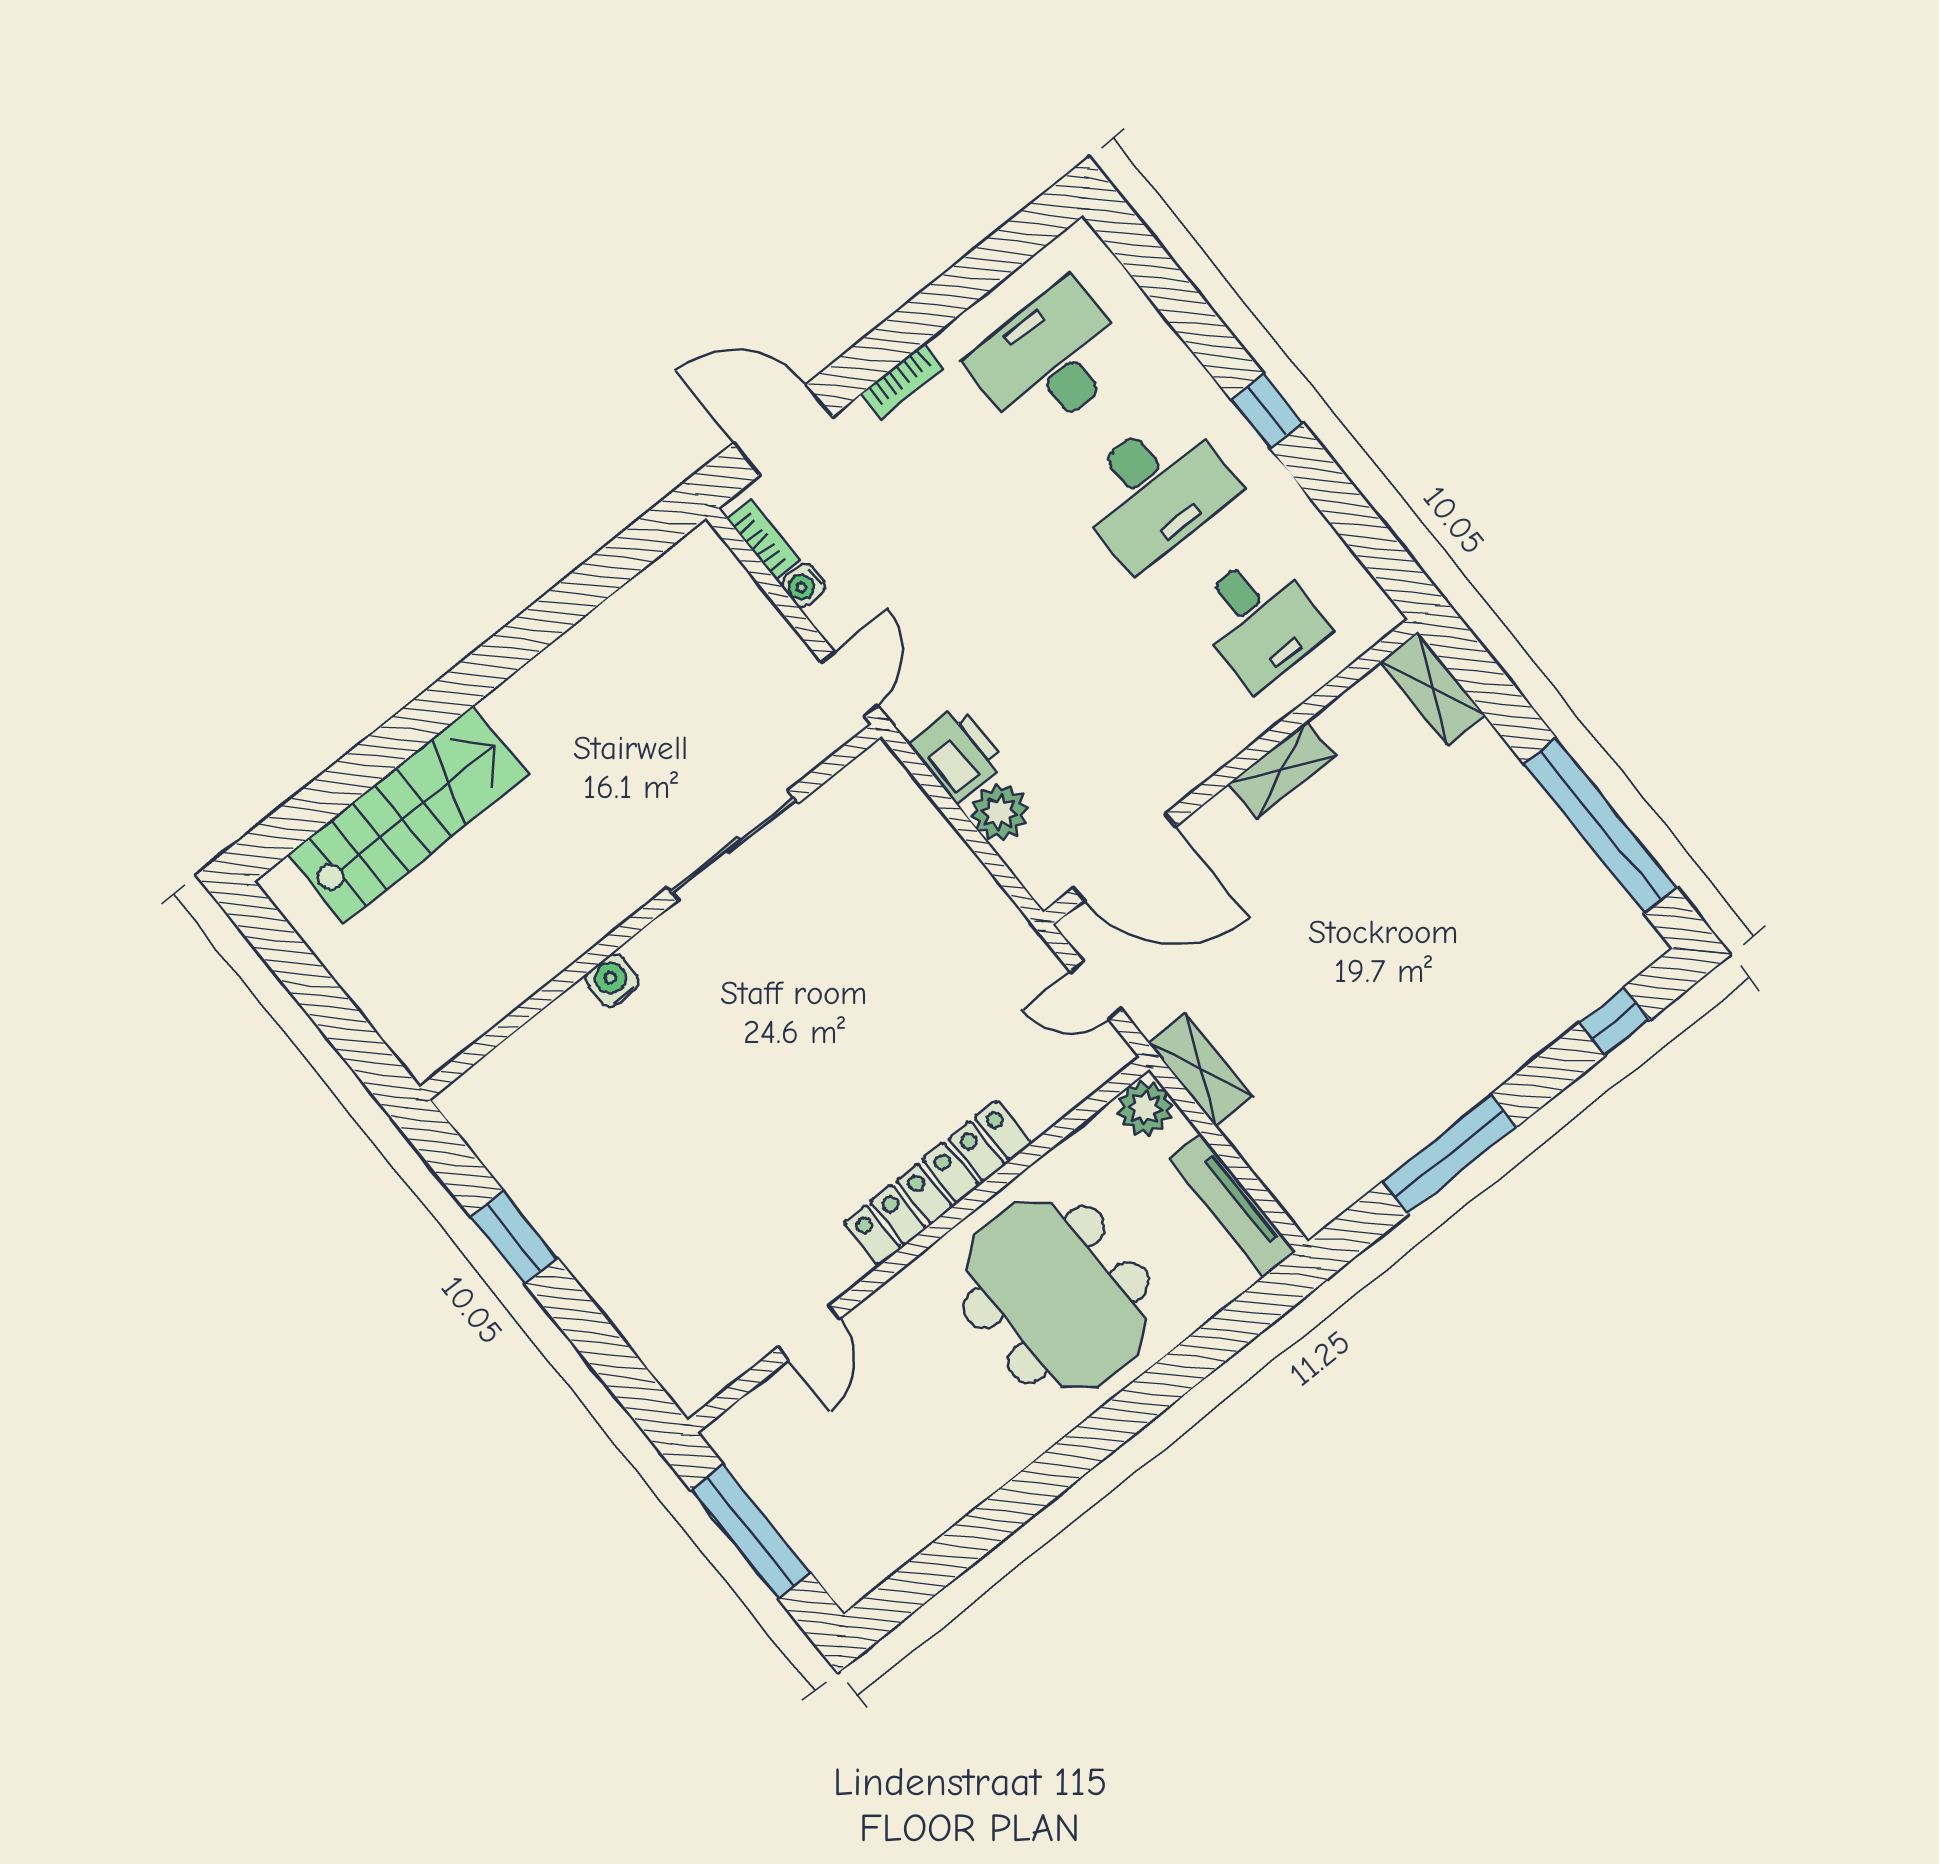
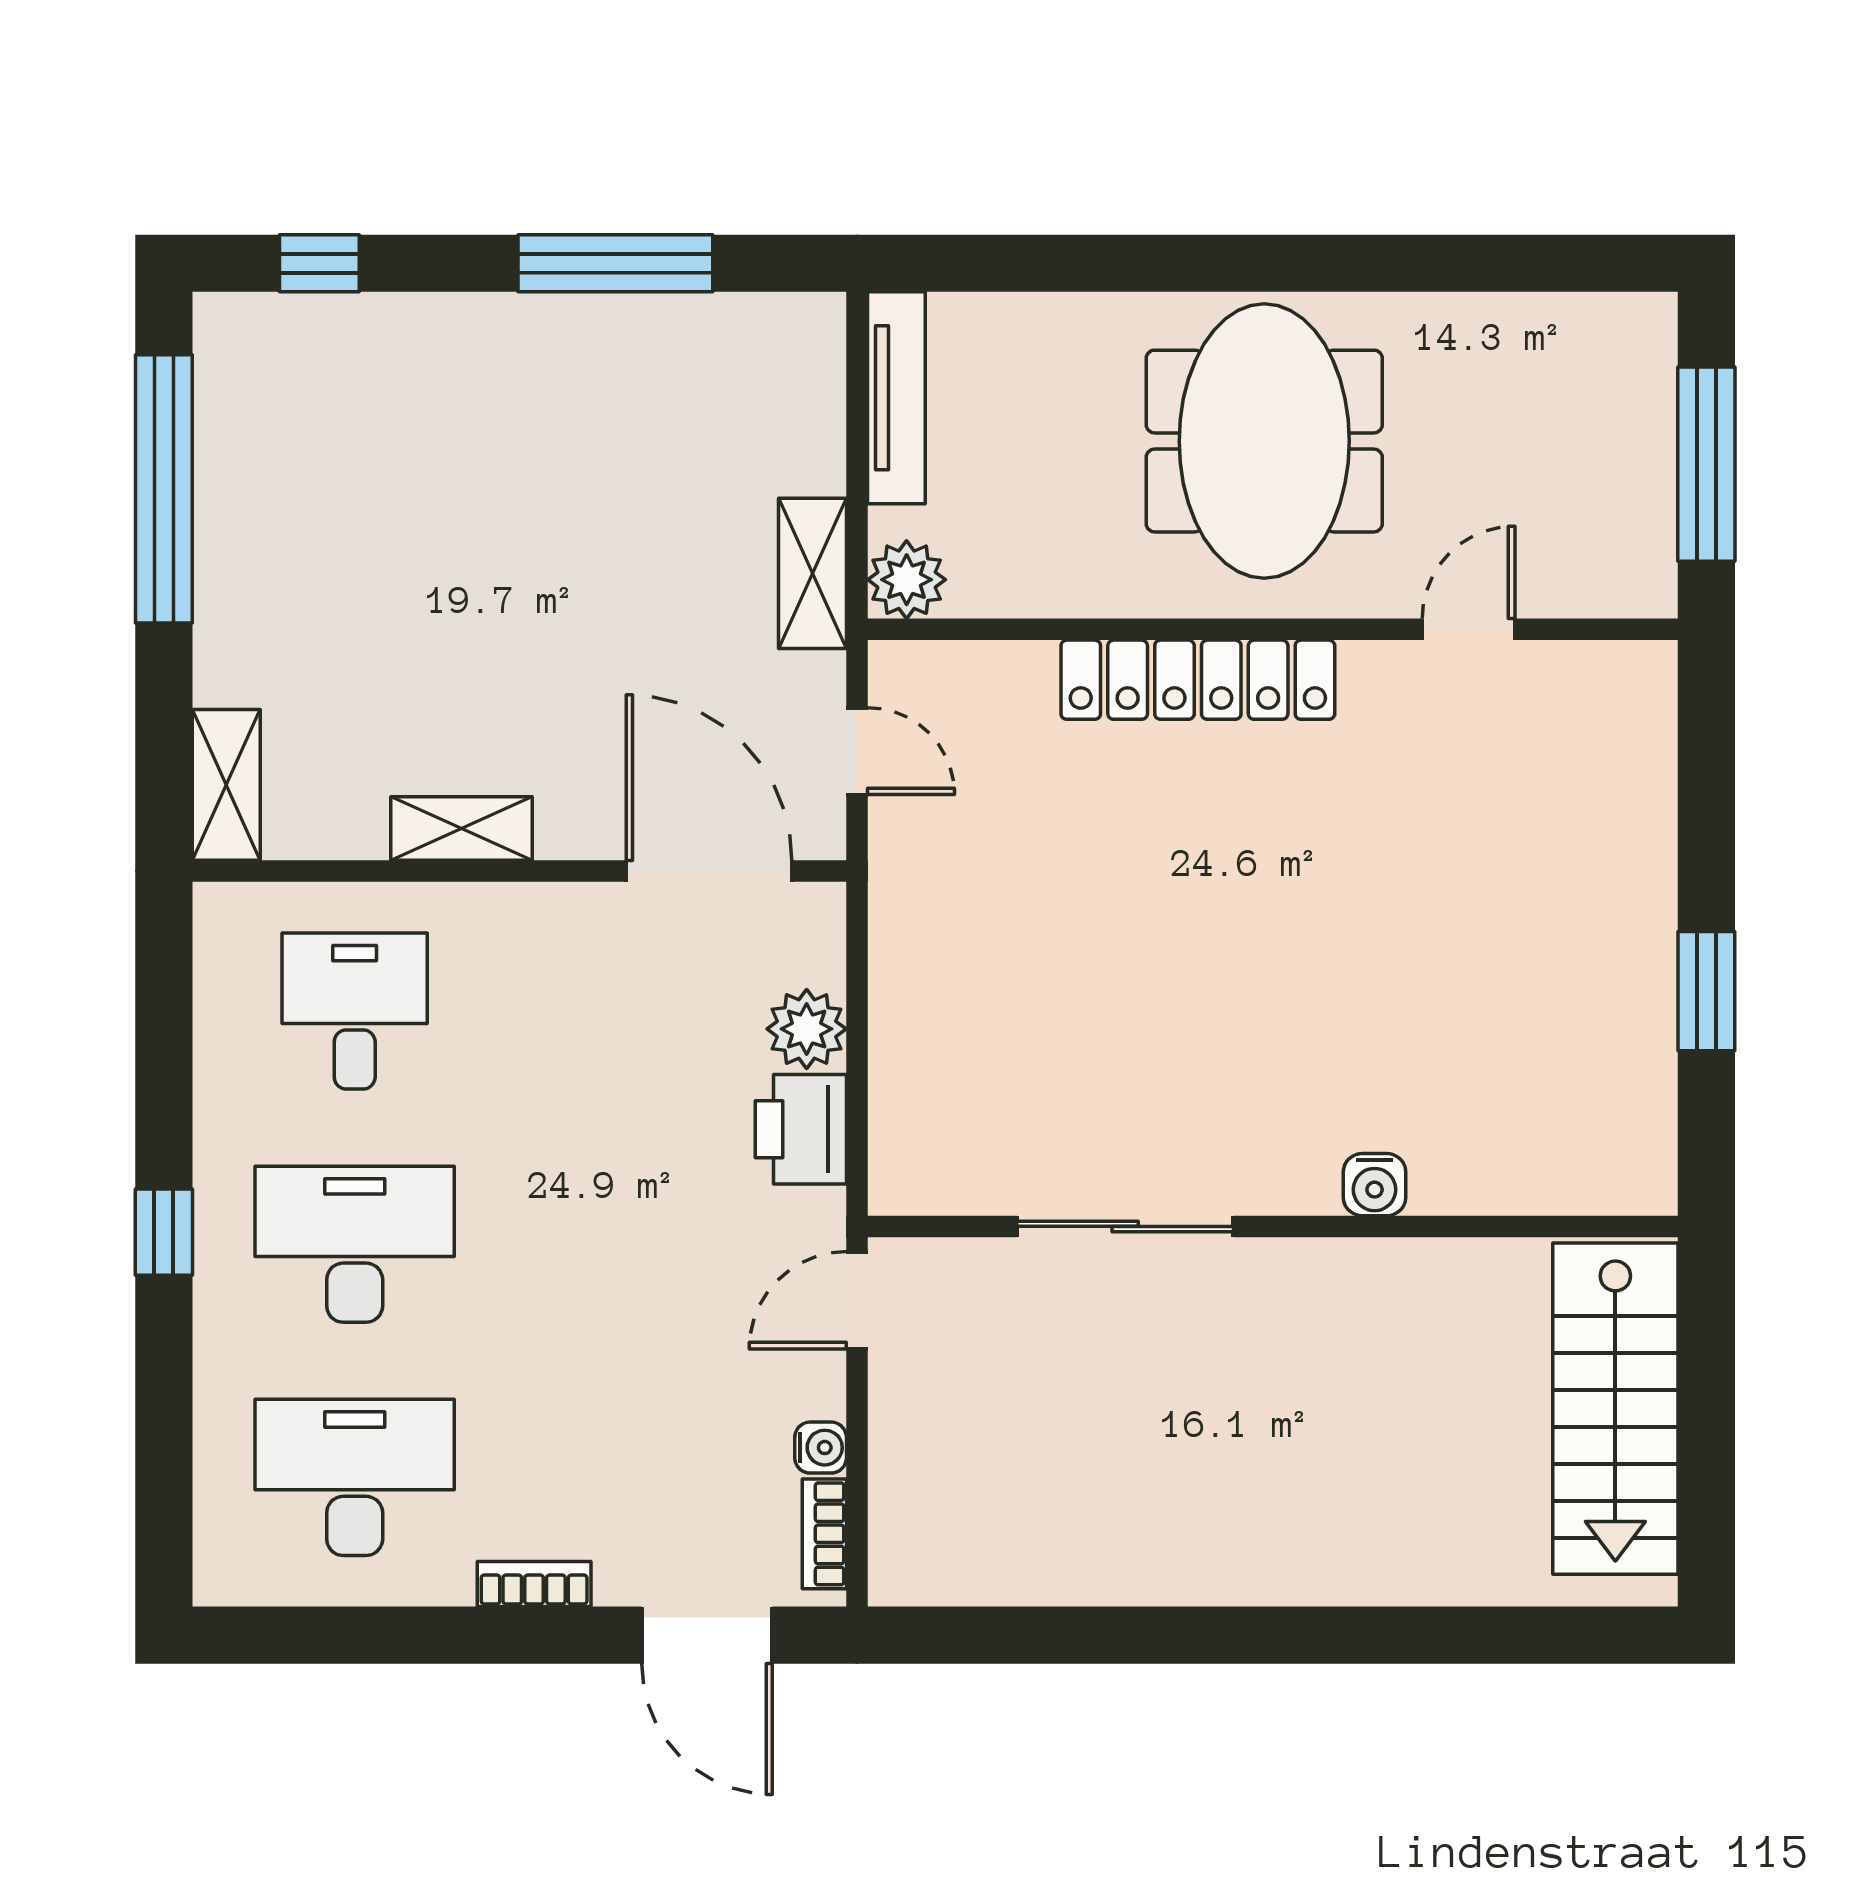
desk: (1050, 360) -> (355, 1477), turned 180
stairs: (408, 815) -> (1615, 1409), moved, turned -90
meeting table: (1056, 1295) -> (1264, 441), moved

